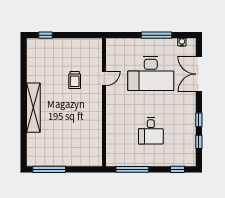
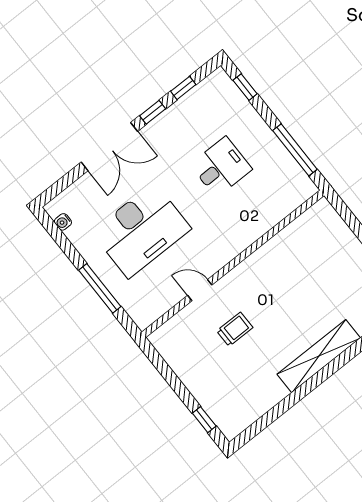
window: (156, 35) -> (100, 288), moved
desk: (151, 74) -> (141, 230), turned 90
double door: (199, 74) -> (109, 147), moved

